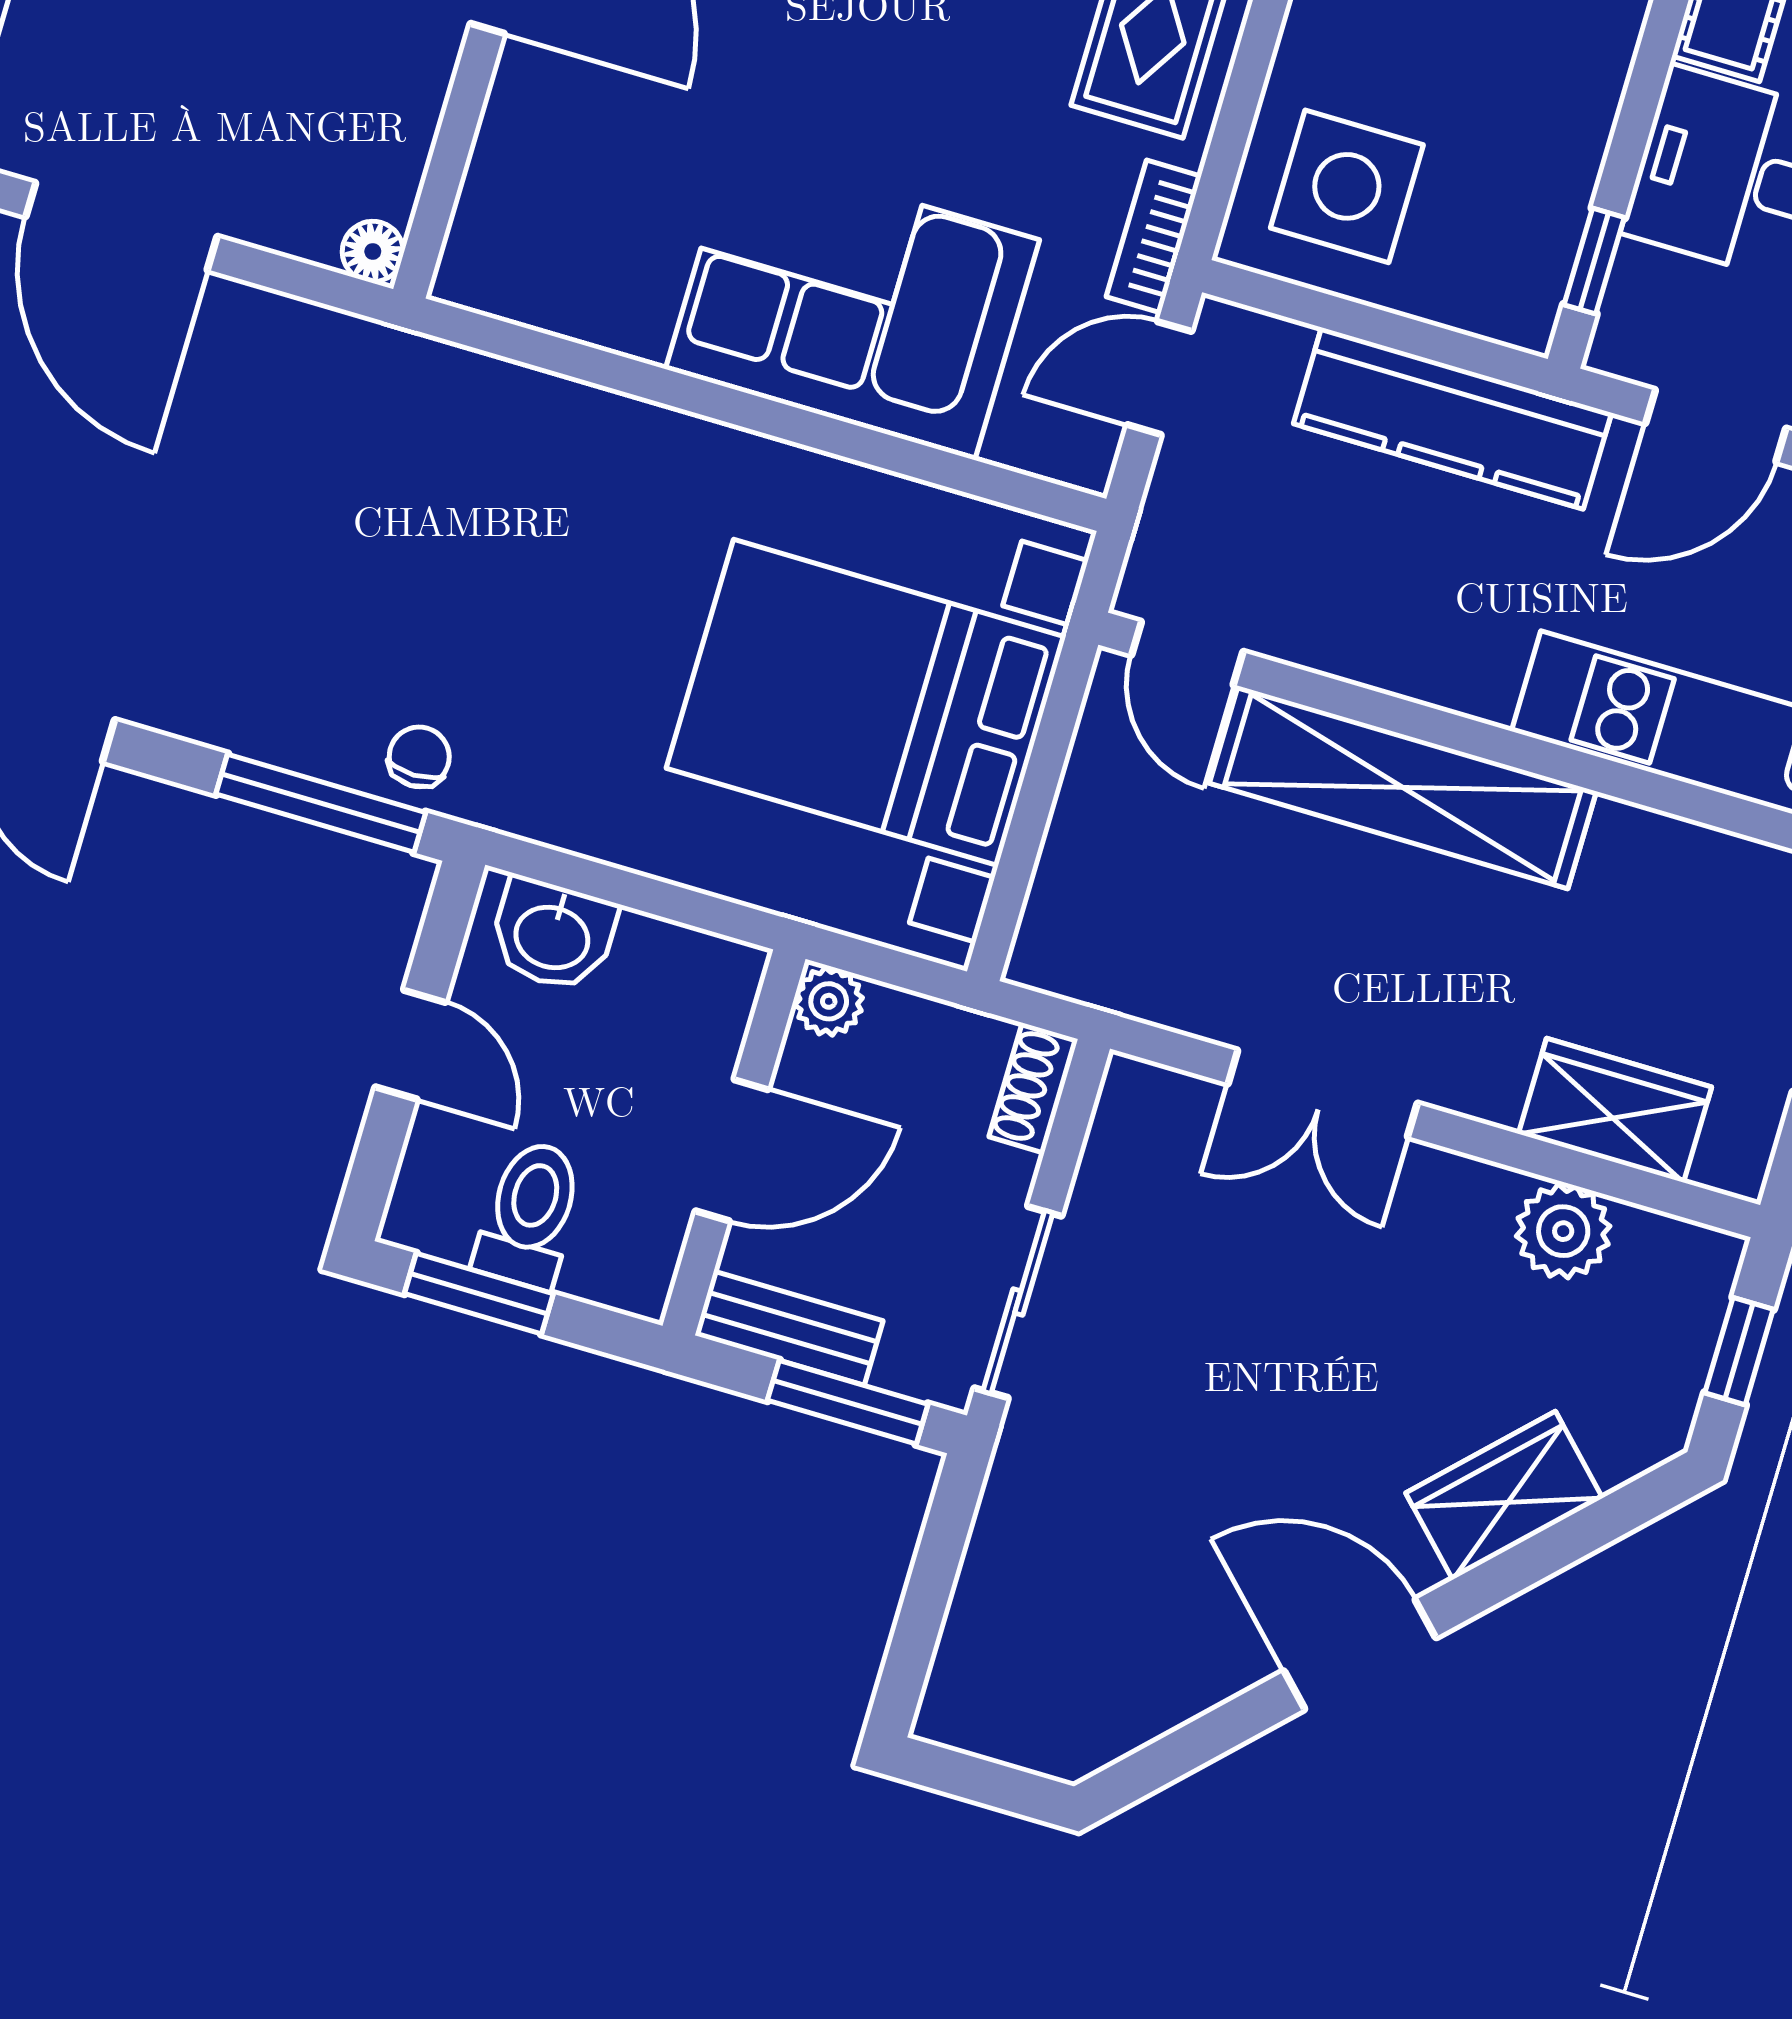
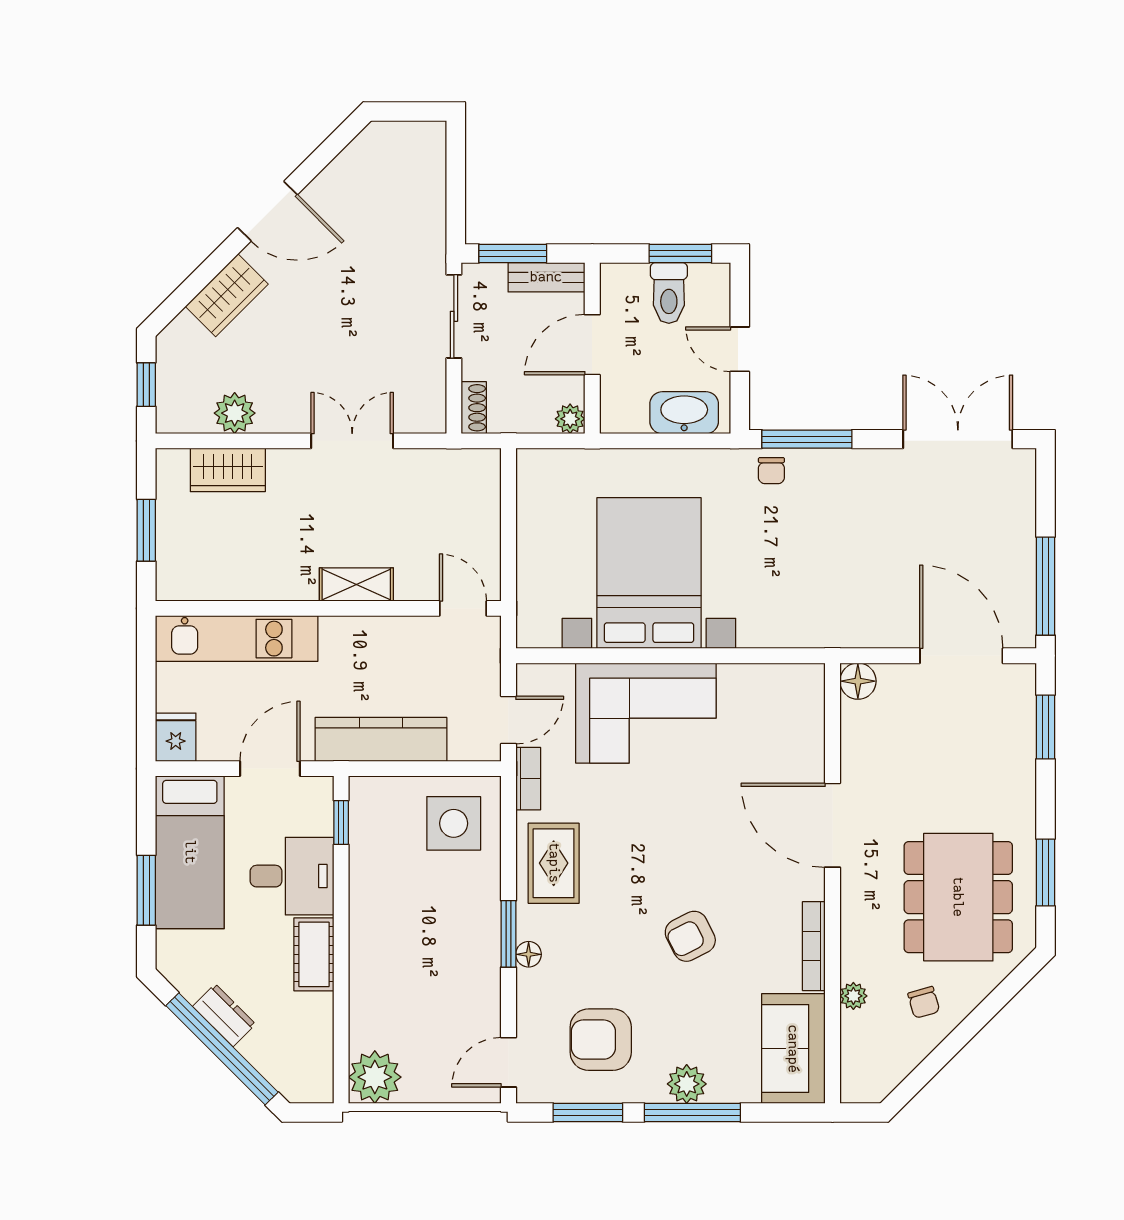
floor lamp: (373, 252) -> (858, 681), width x1.37, depth x1.37
bed with nightstands: (866, 703) -> (649, 573), moved, turned -90
shelving: (1403, 787) -> (356, 584), width x0.45, depth x0.75
washbasin: (553, 935) -> (684, 413), width x1.38

